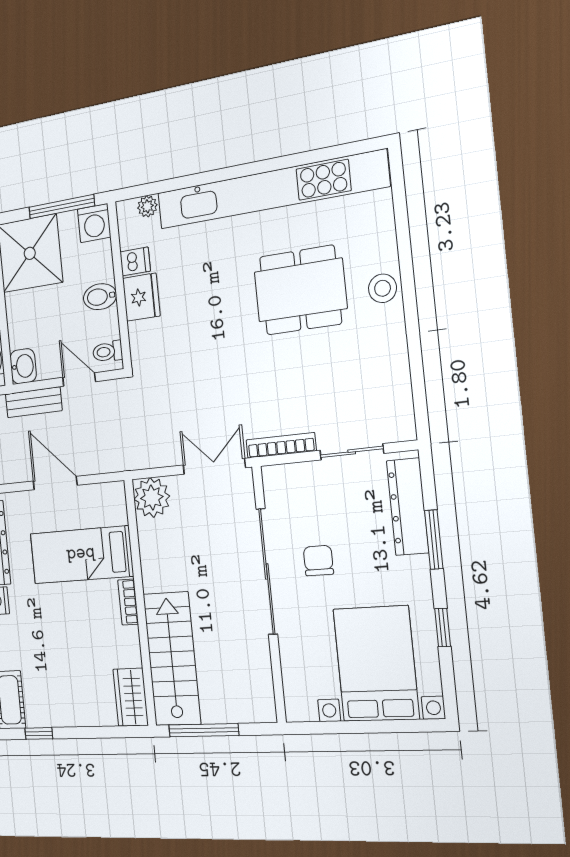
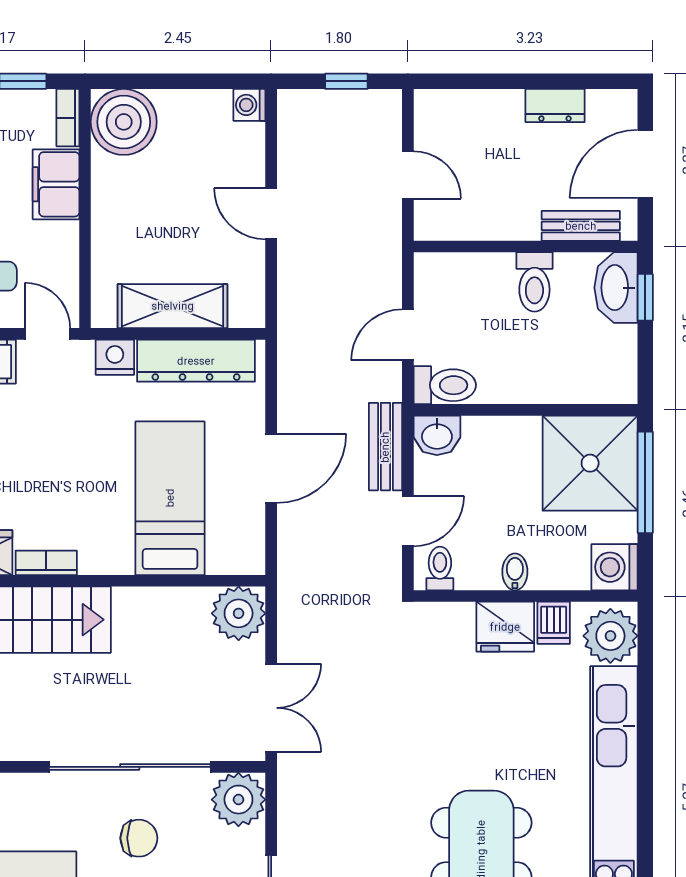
plant: (147, 206) -> (610, 636), width x1.88, depth x1.88
window: (62, 207) -> (645, 482), moved
bidet: (100, 297) -> (515, 572), width x0.72, depth x0.74
bookcase: (281, 445) -> (289, 803), removed
plant: (282, 485) -> (238, 800), added
bookcase: (128, 602) -> (46, 563), moved

